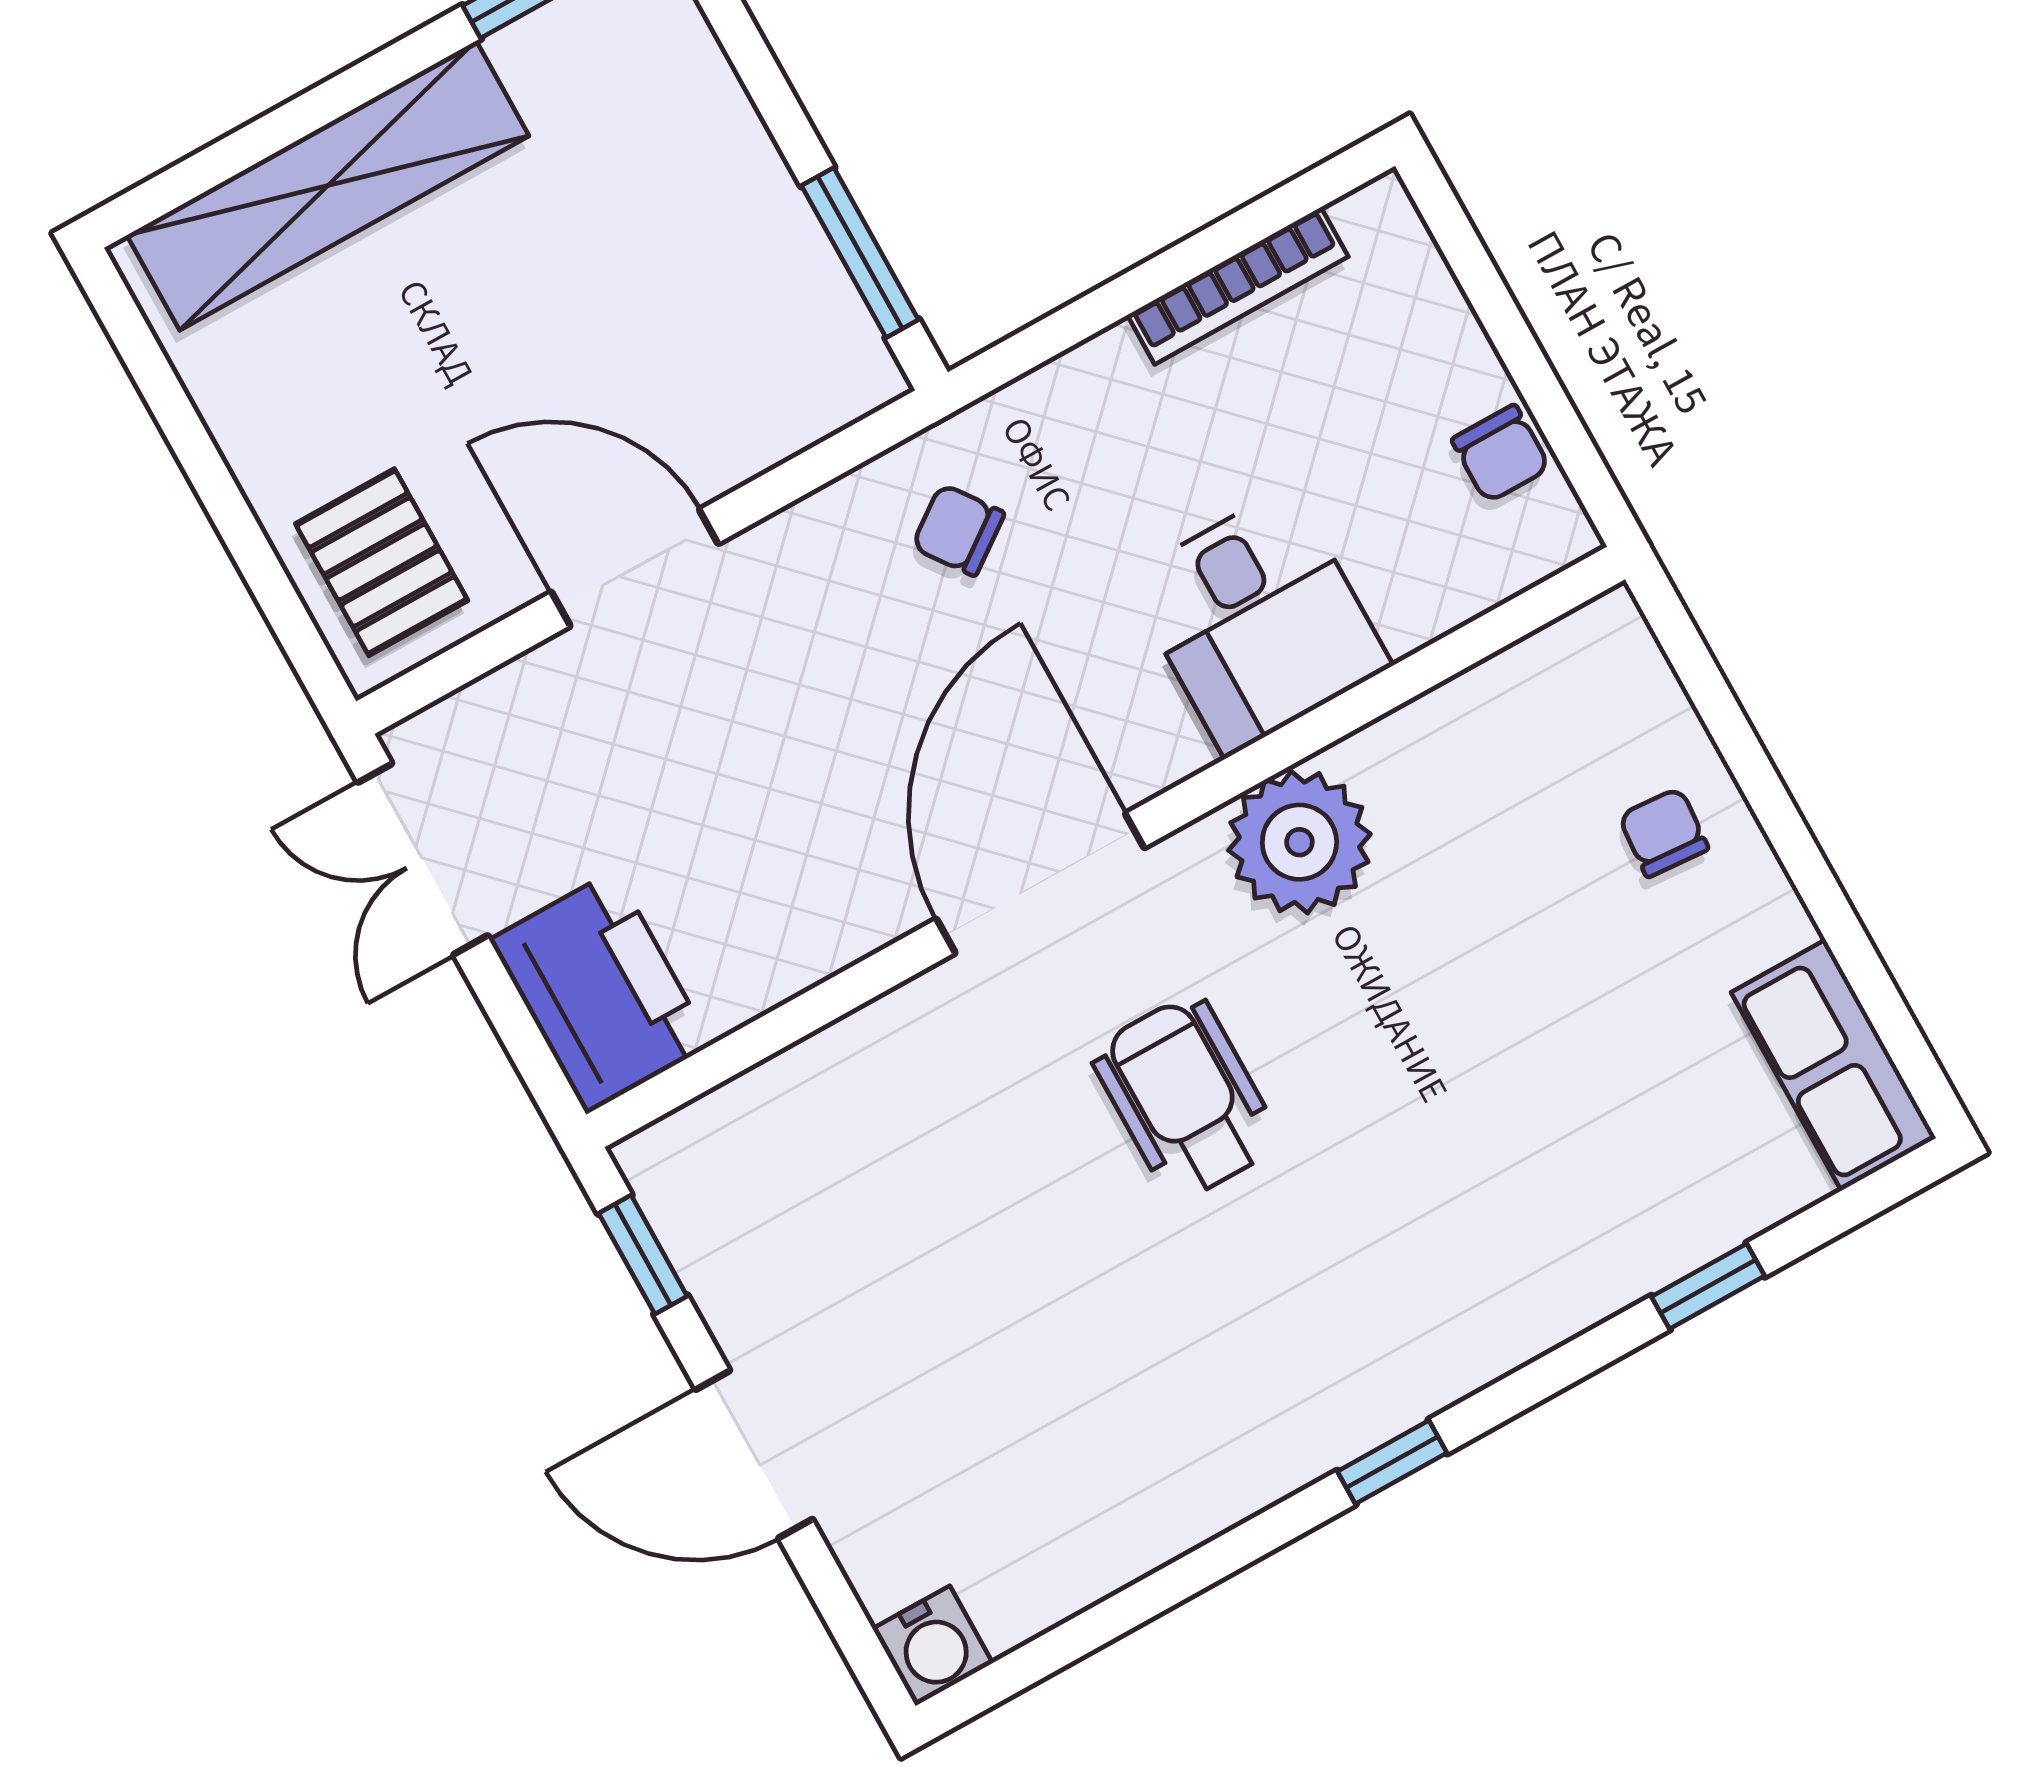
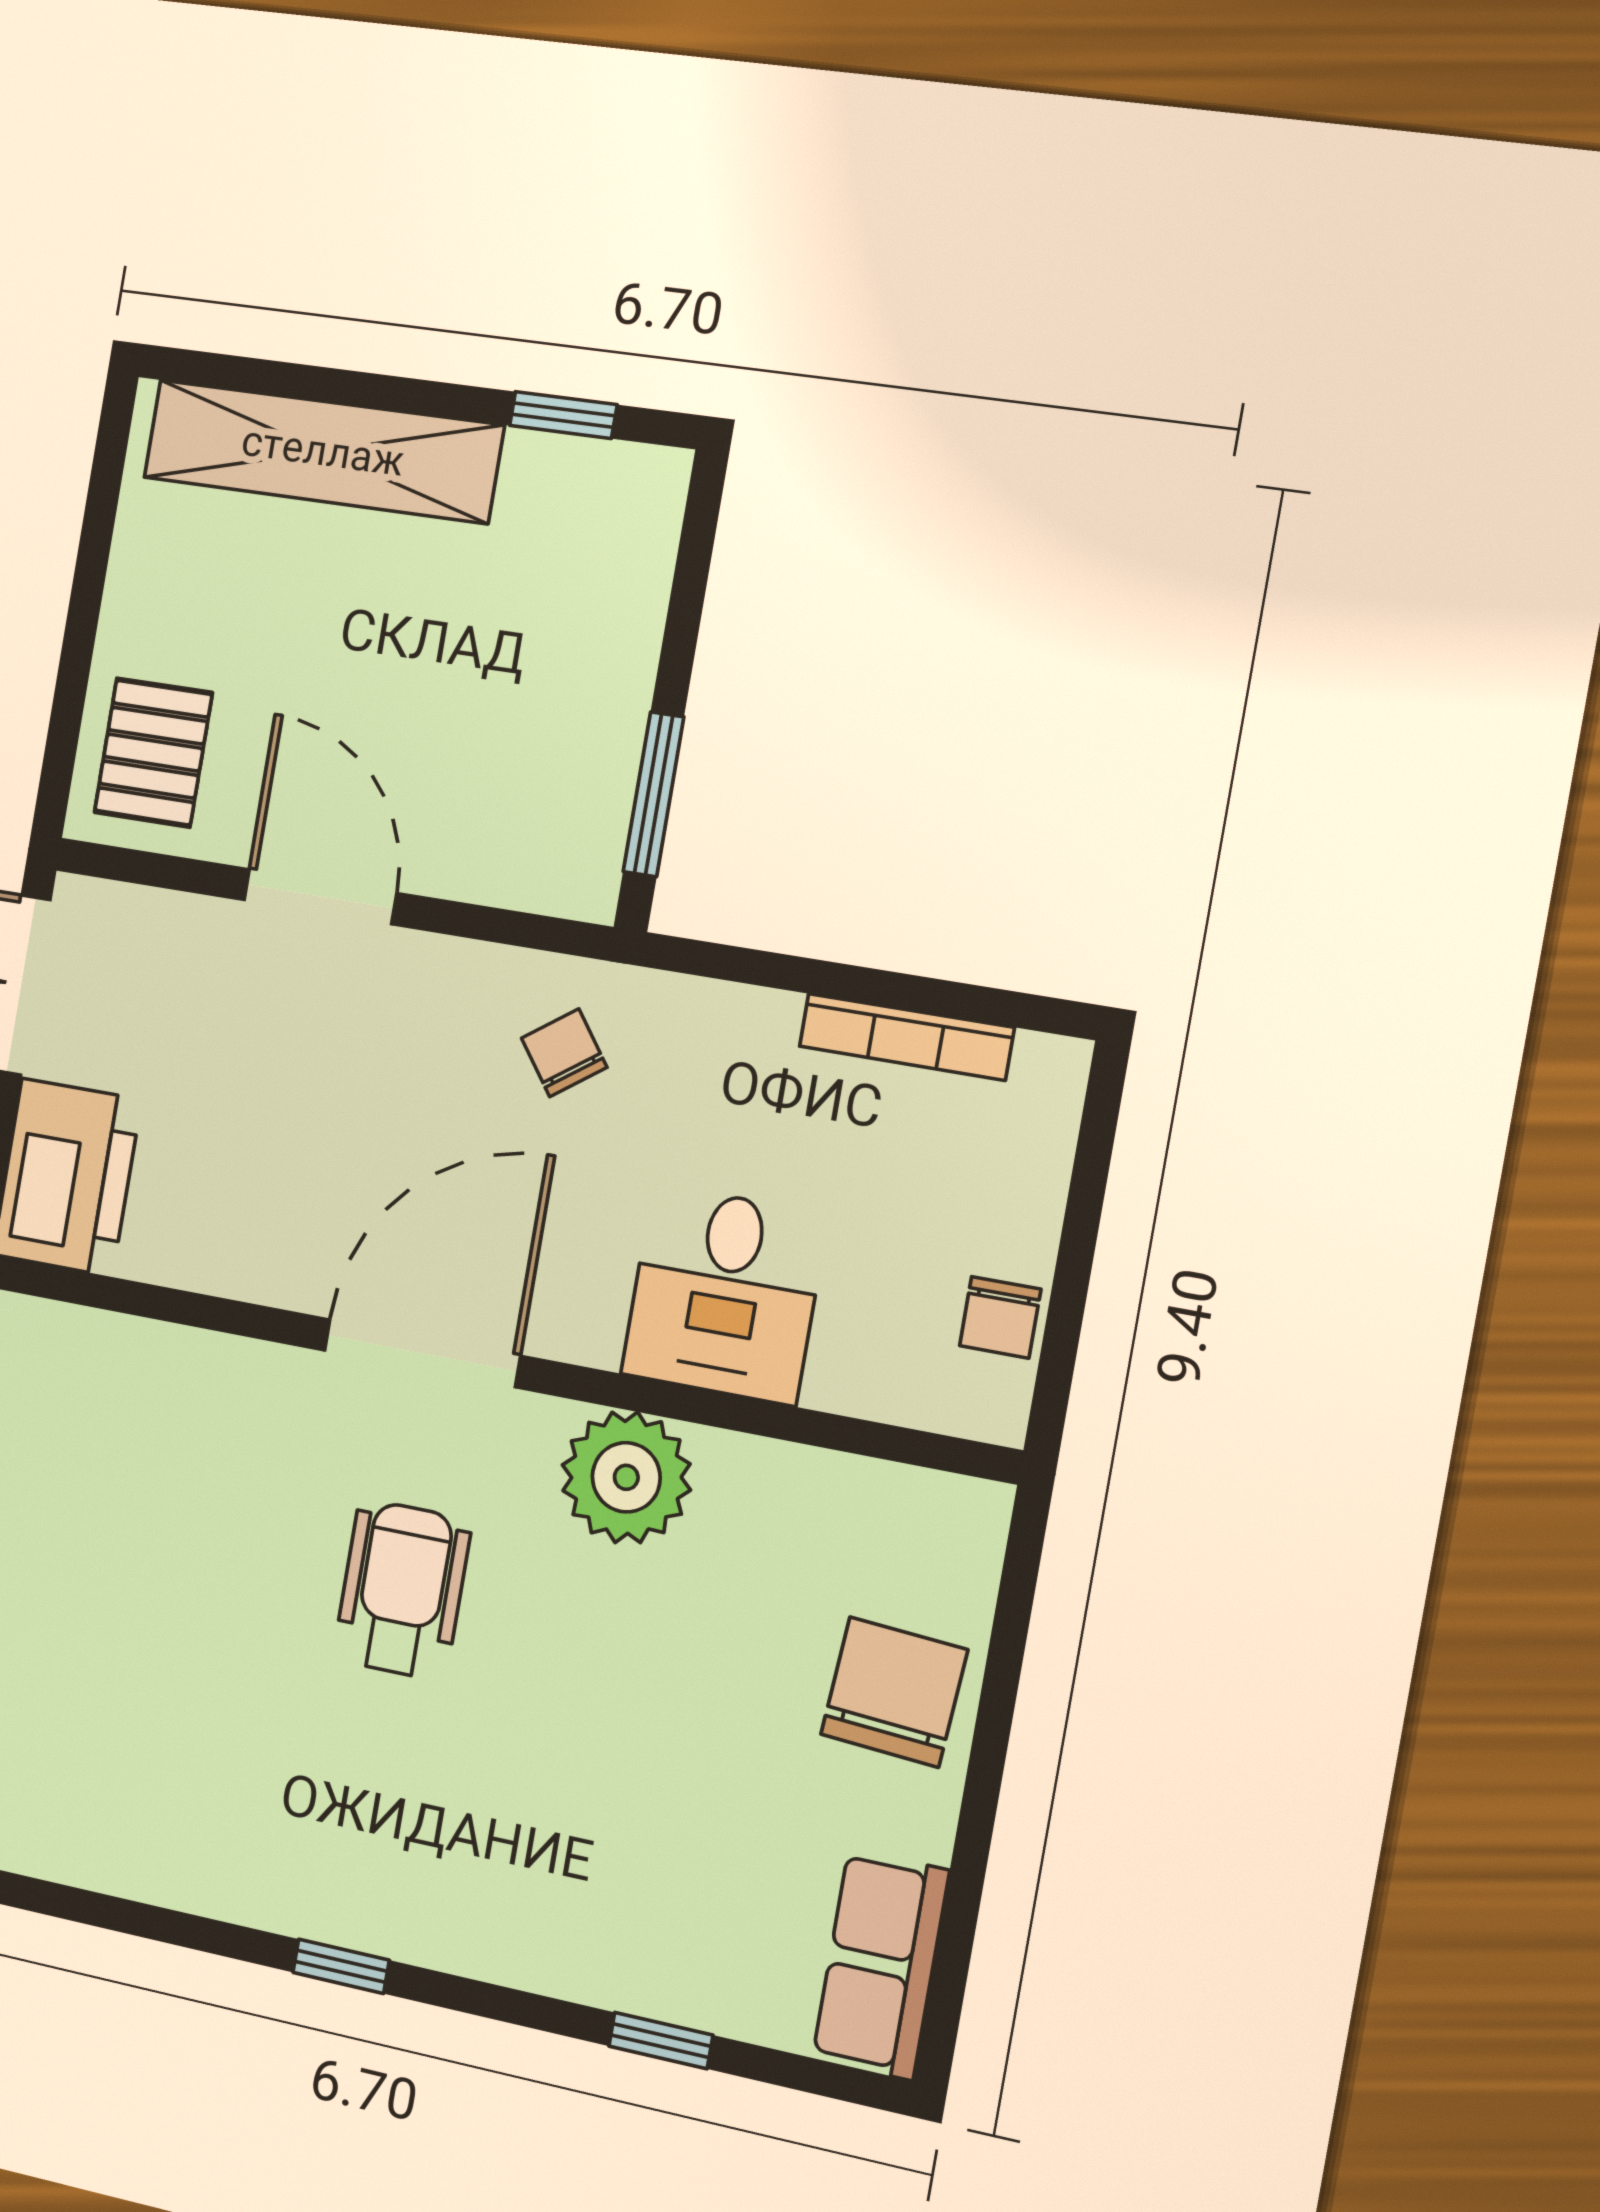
chair: (1664, 832) -> (894, 1692), width x1.87, depth x1.87

